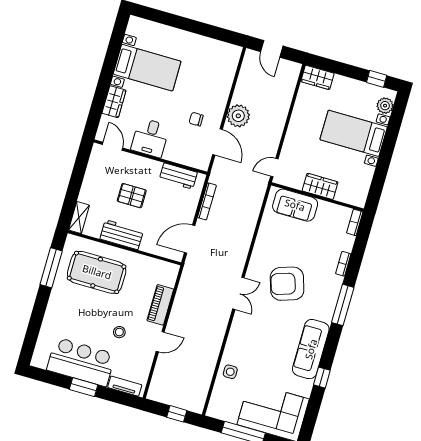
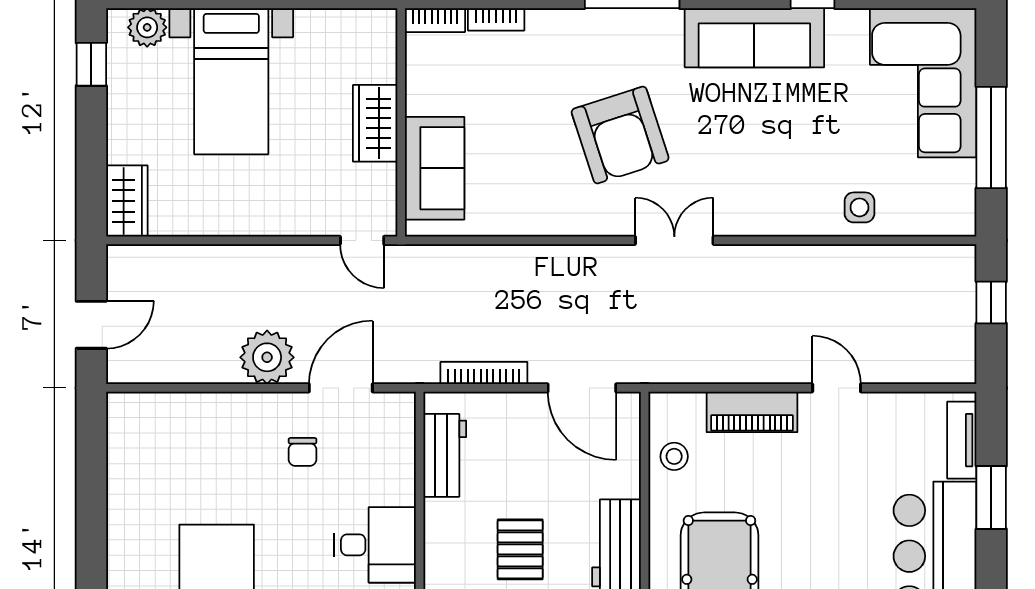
bookcase: (343, 264) -> (496, 19), moved
stool: (119, 332) -> (674, 456), moved
window: (84, 387) -> (991, 497), moved

